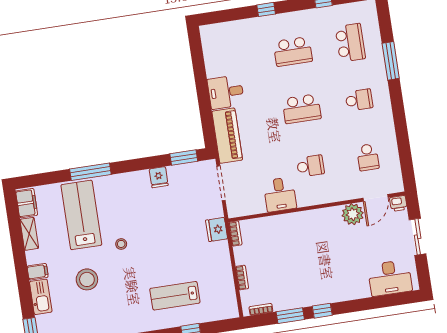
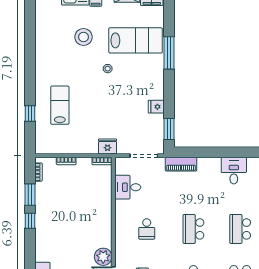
desk: (226, 92) -> (234, 171), moved
piano: (227, 136) -> (181, 164), width x0.73, depth x0.75
desk: (280, 194) -> (128, 187), moved

